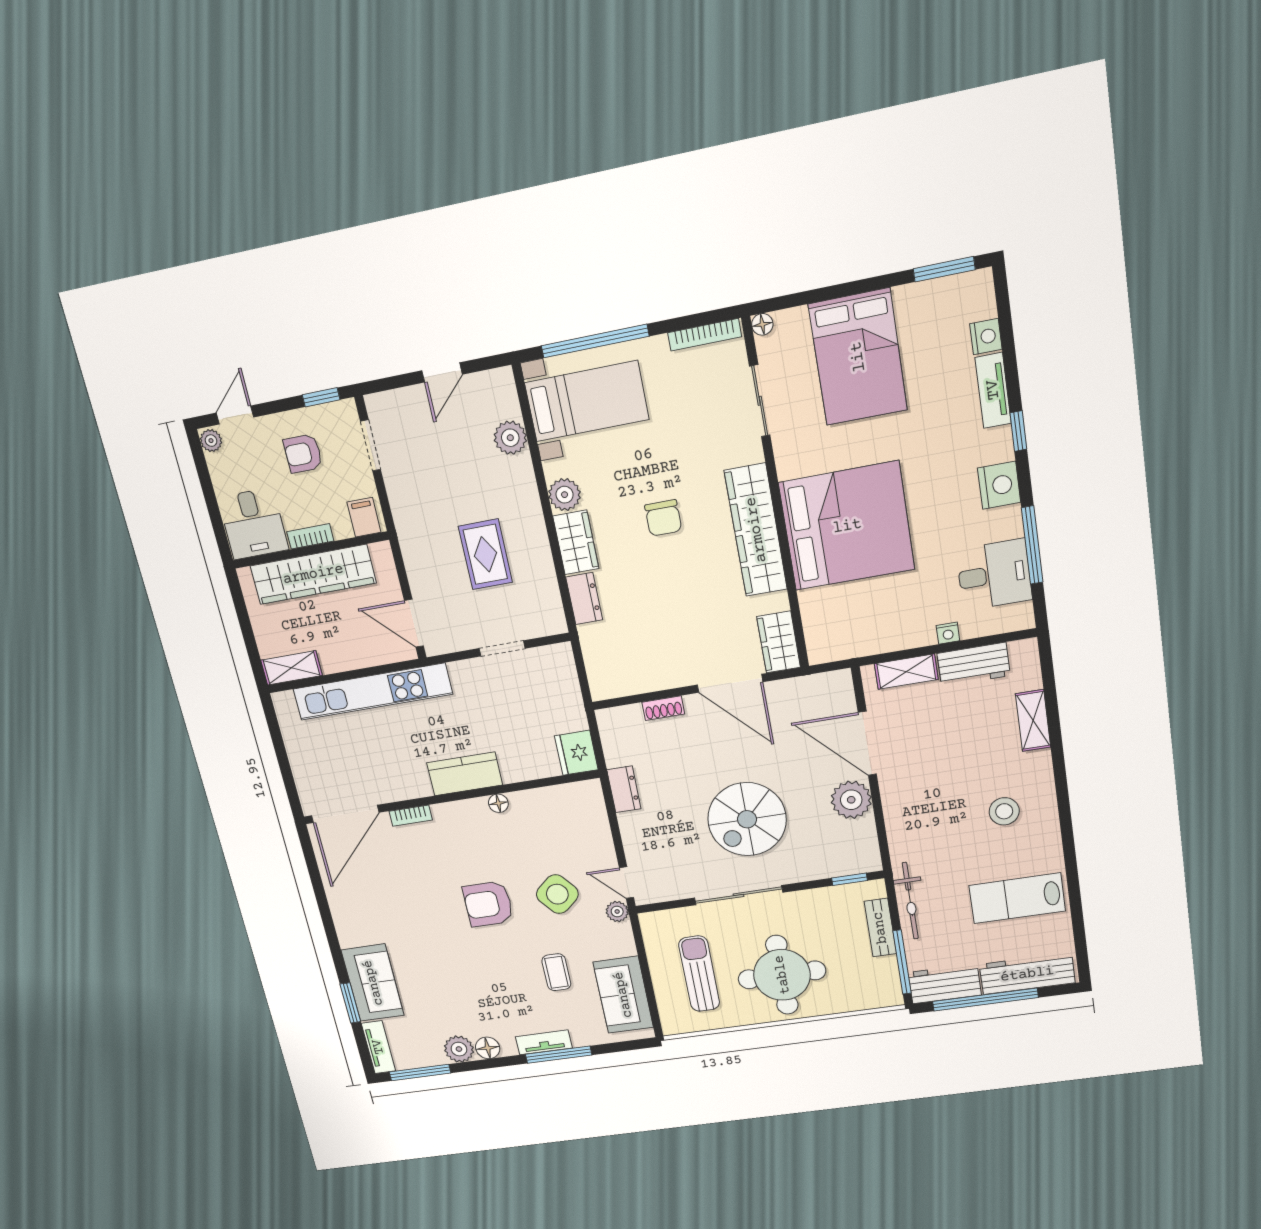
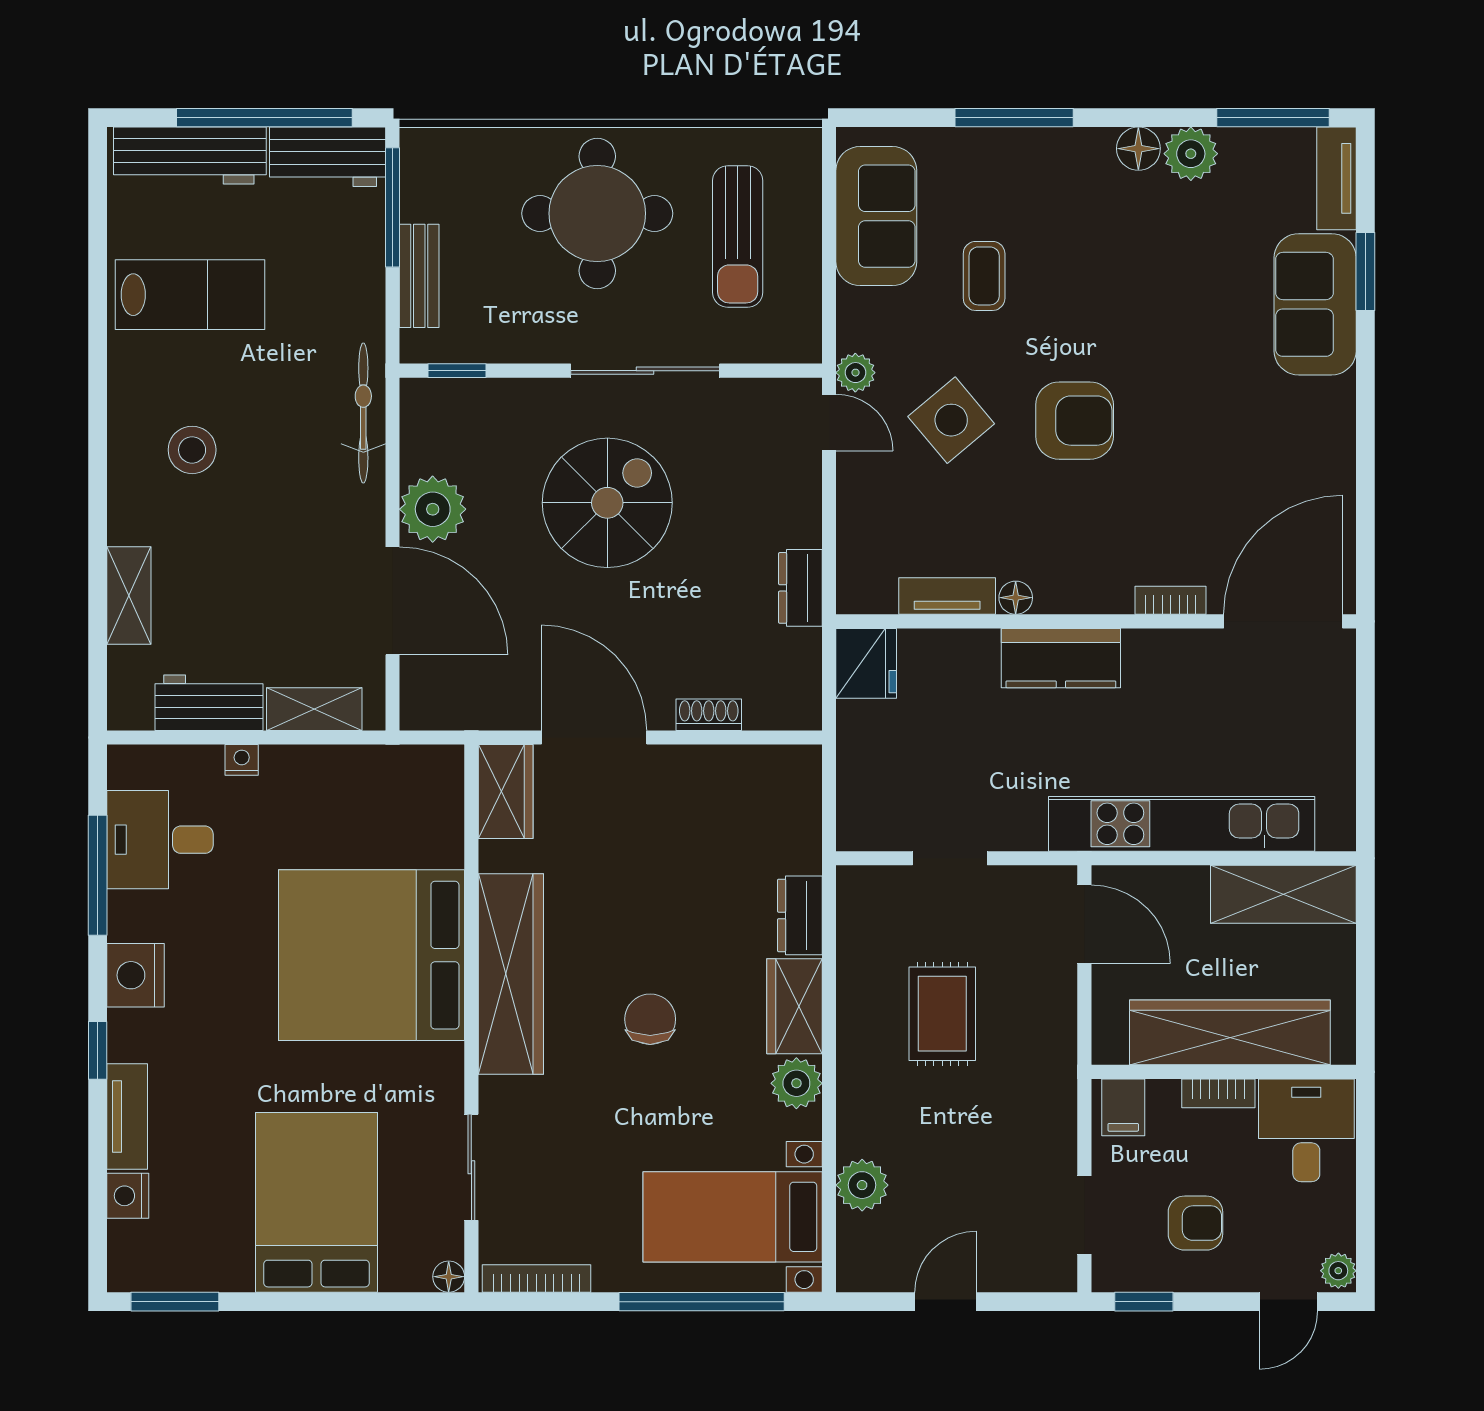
shelving: (291, 668) -> (1283, 894), width x1.50, depth x1.33
bicycle: (910, 901) -> (363, 413), moved
tv unit: (544, 1042) -> (947, 596), moved, turned 180

